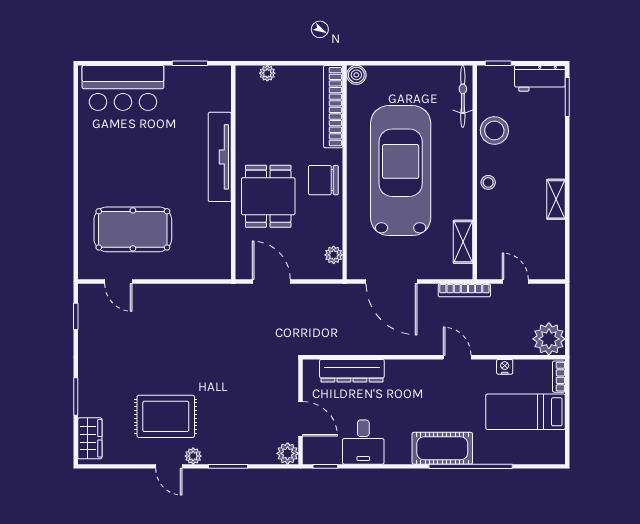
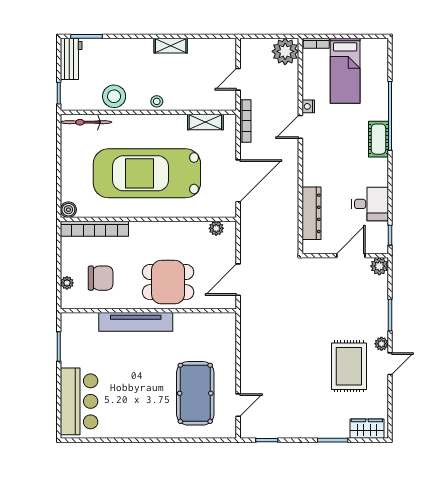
chair: (323, 180) -> (101, 278), moved, turned -90
nightstand: (505, 367) -> (308, 106), moved
cot: (442, 448) -> (378, 139), width x0.73, depth x0.75

